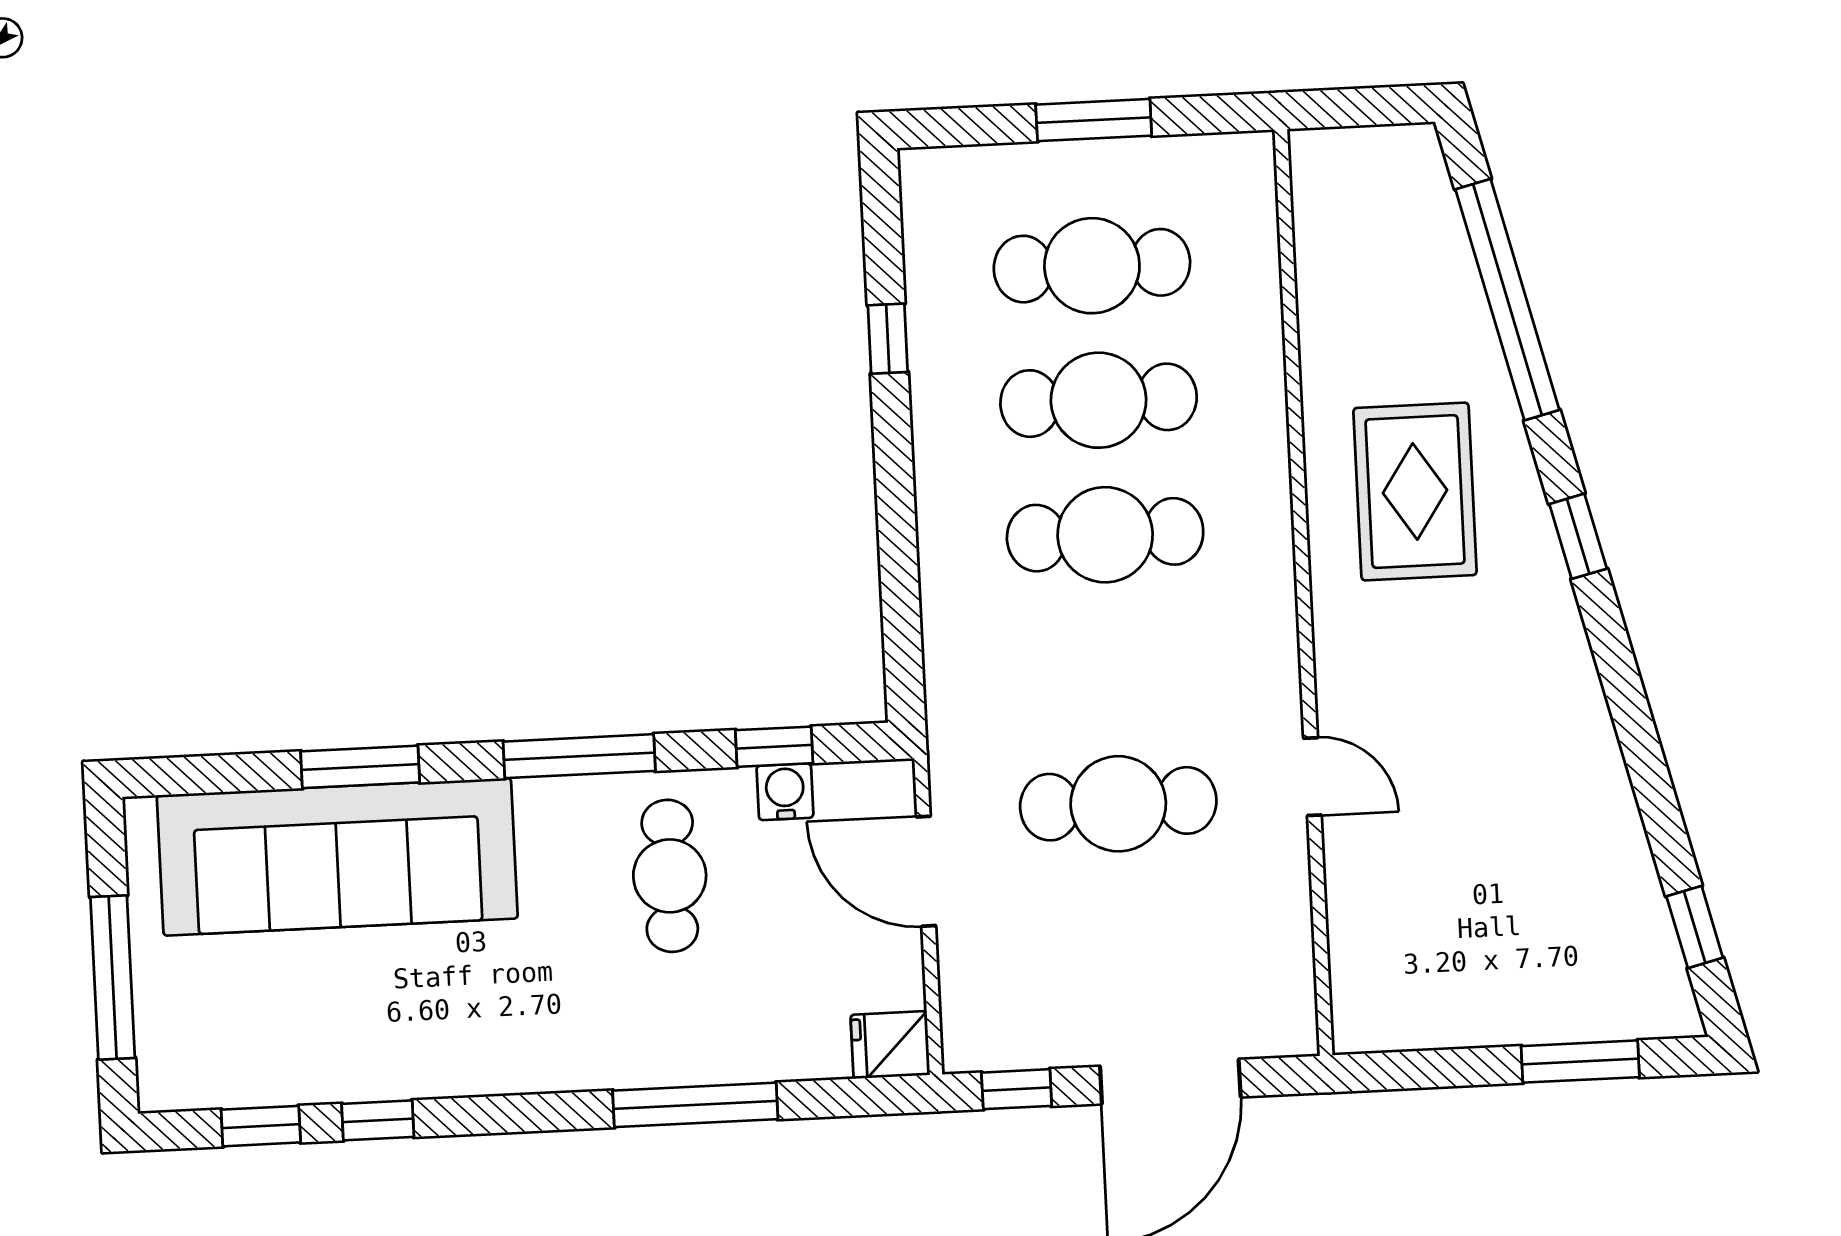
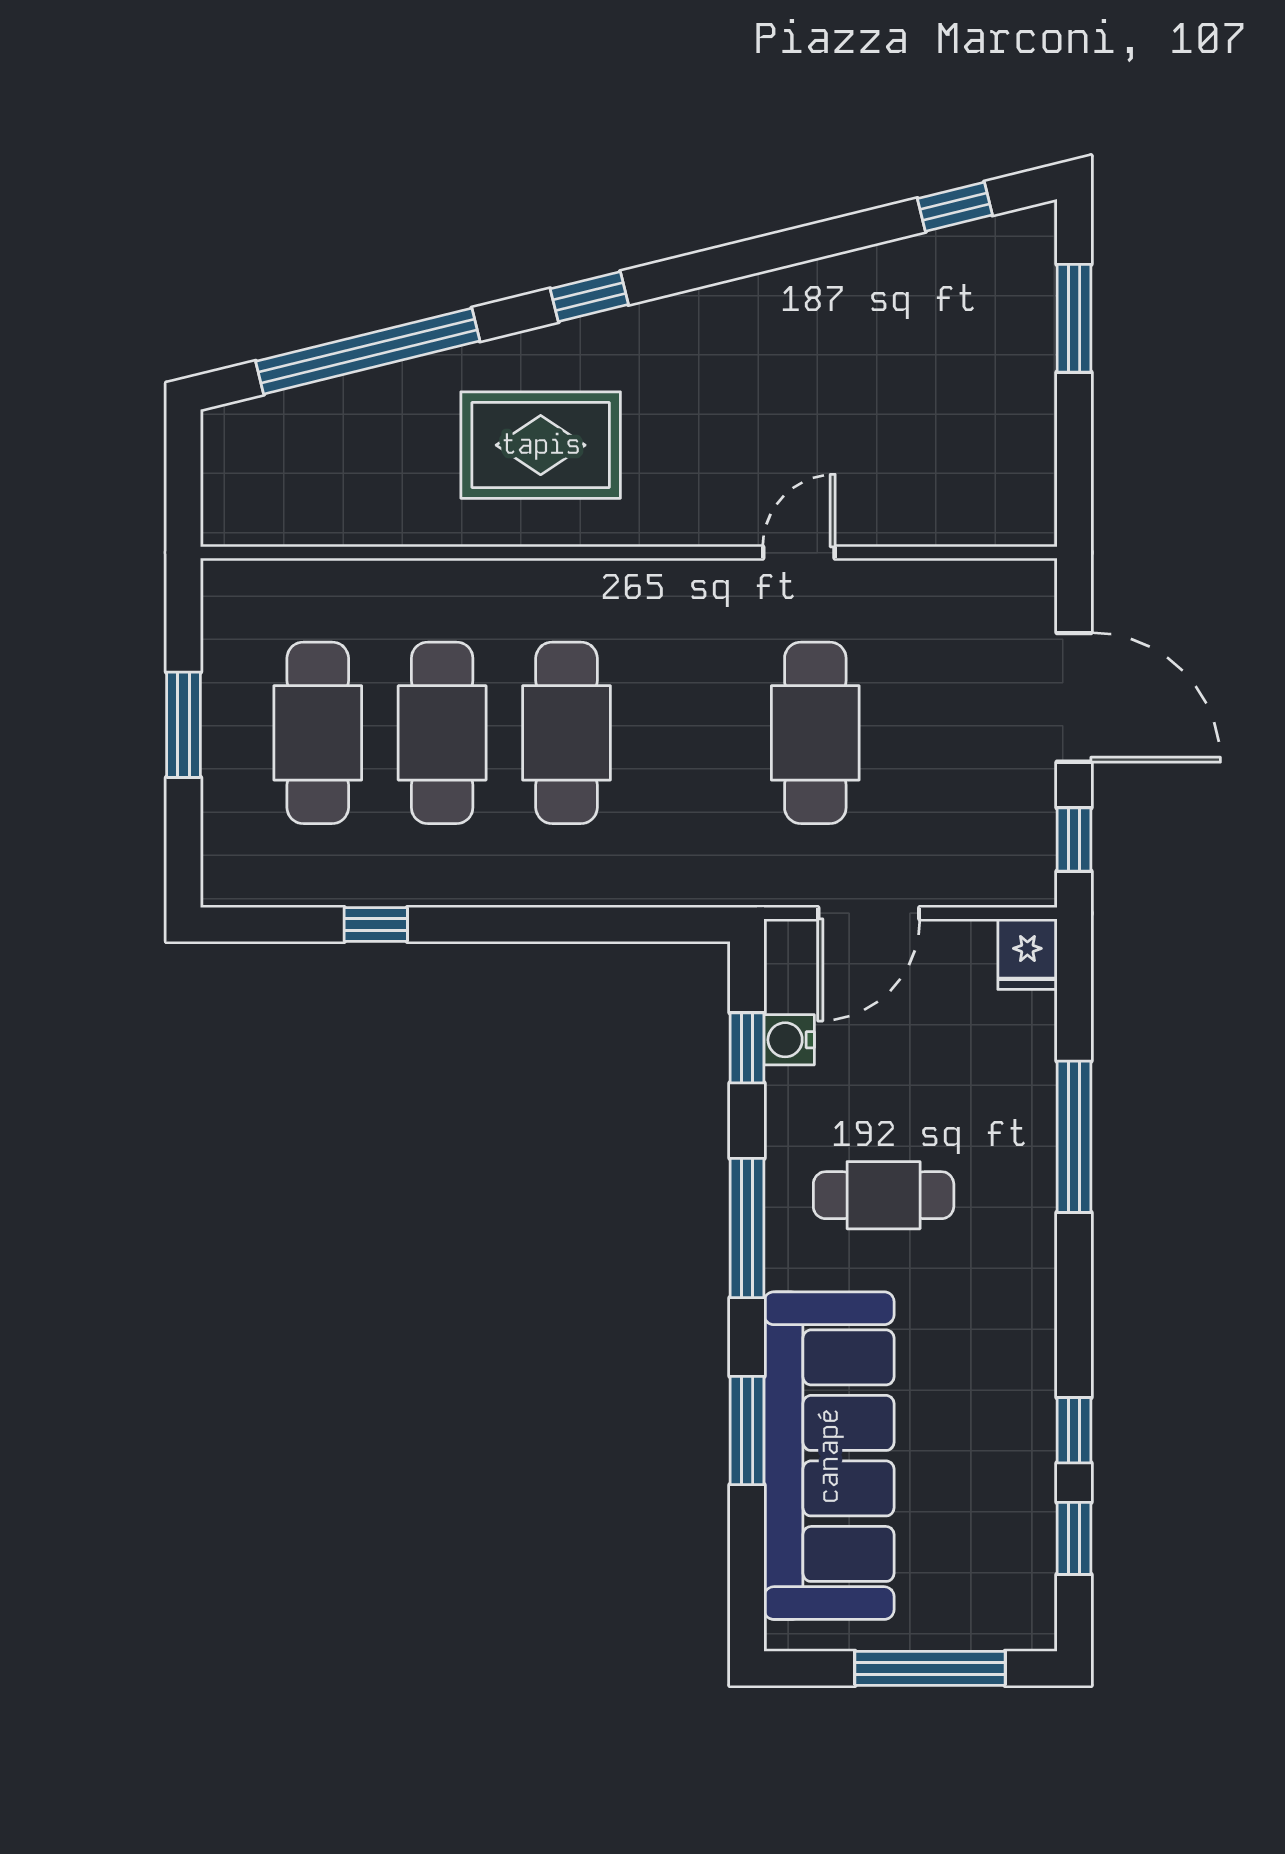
cafe table: (670, 876) -> (884, 1195), moved

